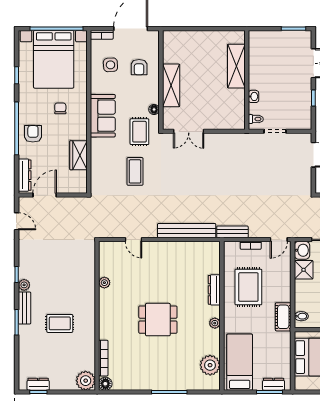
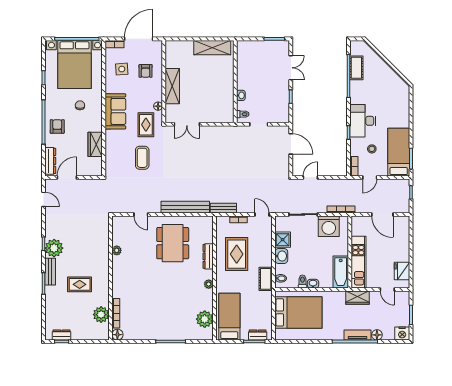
shelving: (236, 66) -> (212, 48), moved, turned 90
door: (279, 239) -> (262, 214), swing flipped
washbasin: (302, 250) -> (281, 256), moved
plant: (24, 285) -> (54, 248), width x1.88, depth x1.88
dining table: (158, 320) -> (173, 243), moved, width x1.38
plant: (86, 381) -> (101, 315), moved

